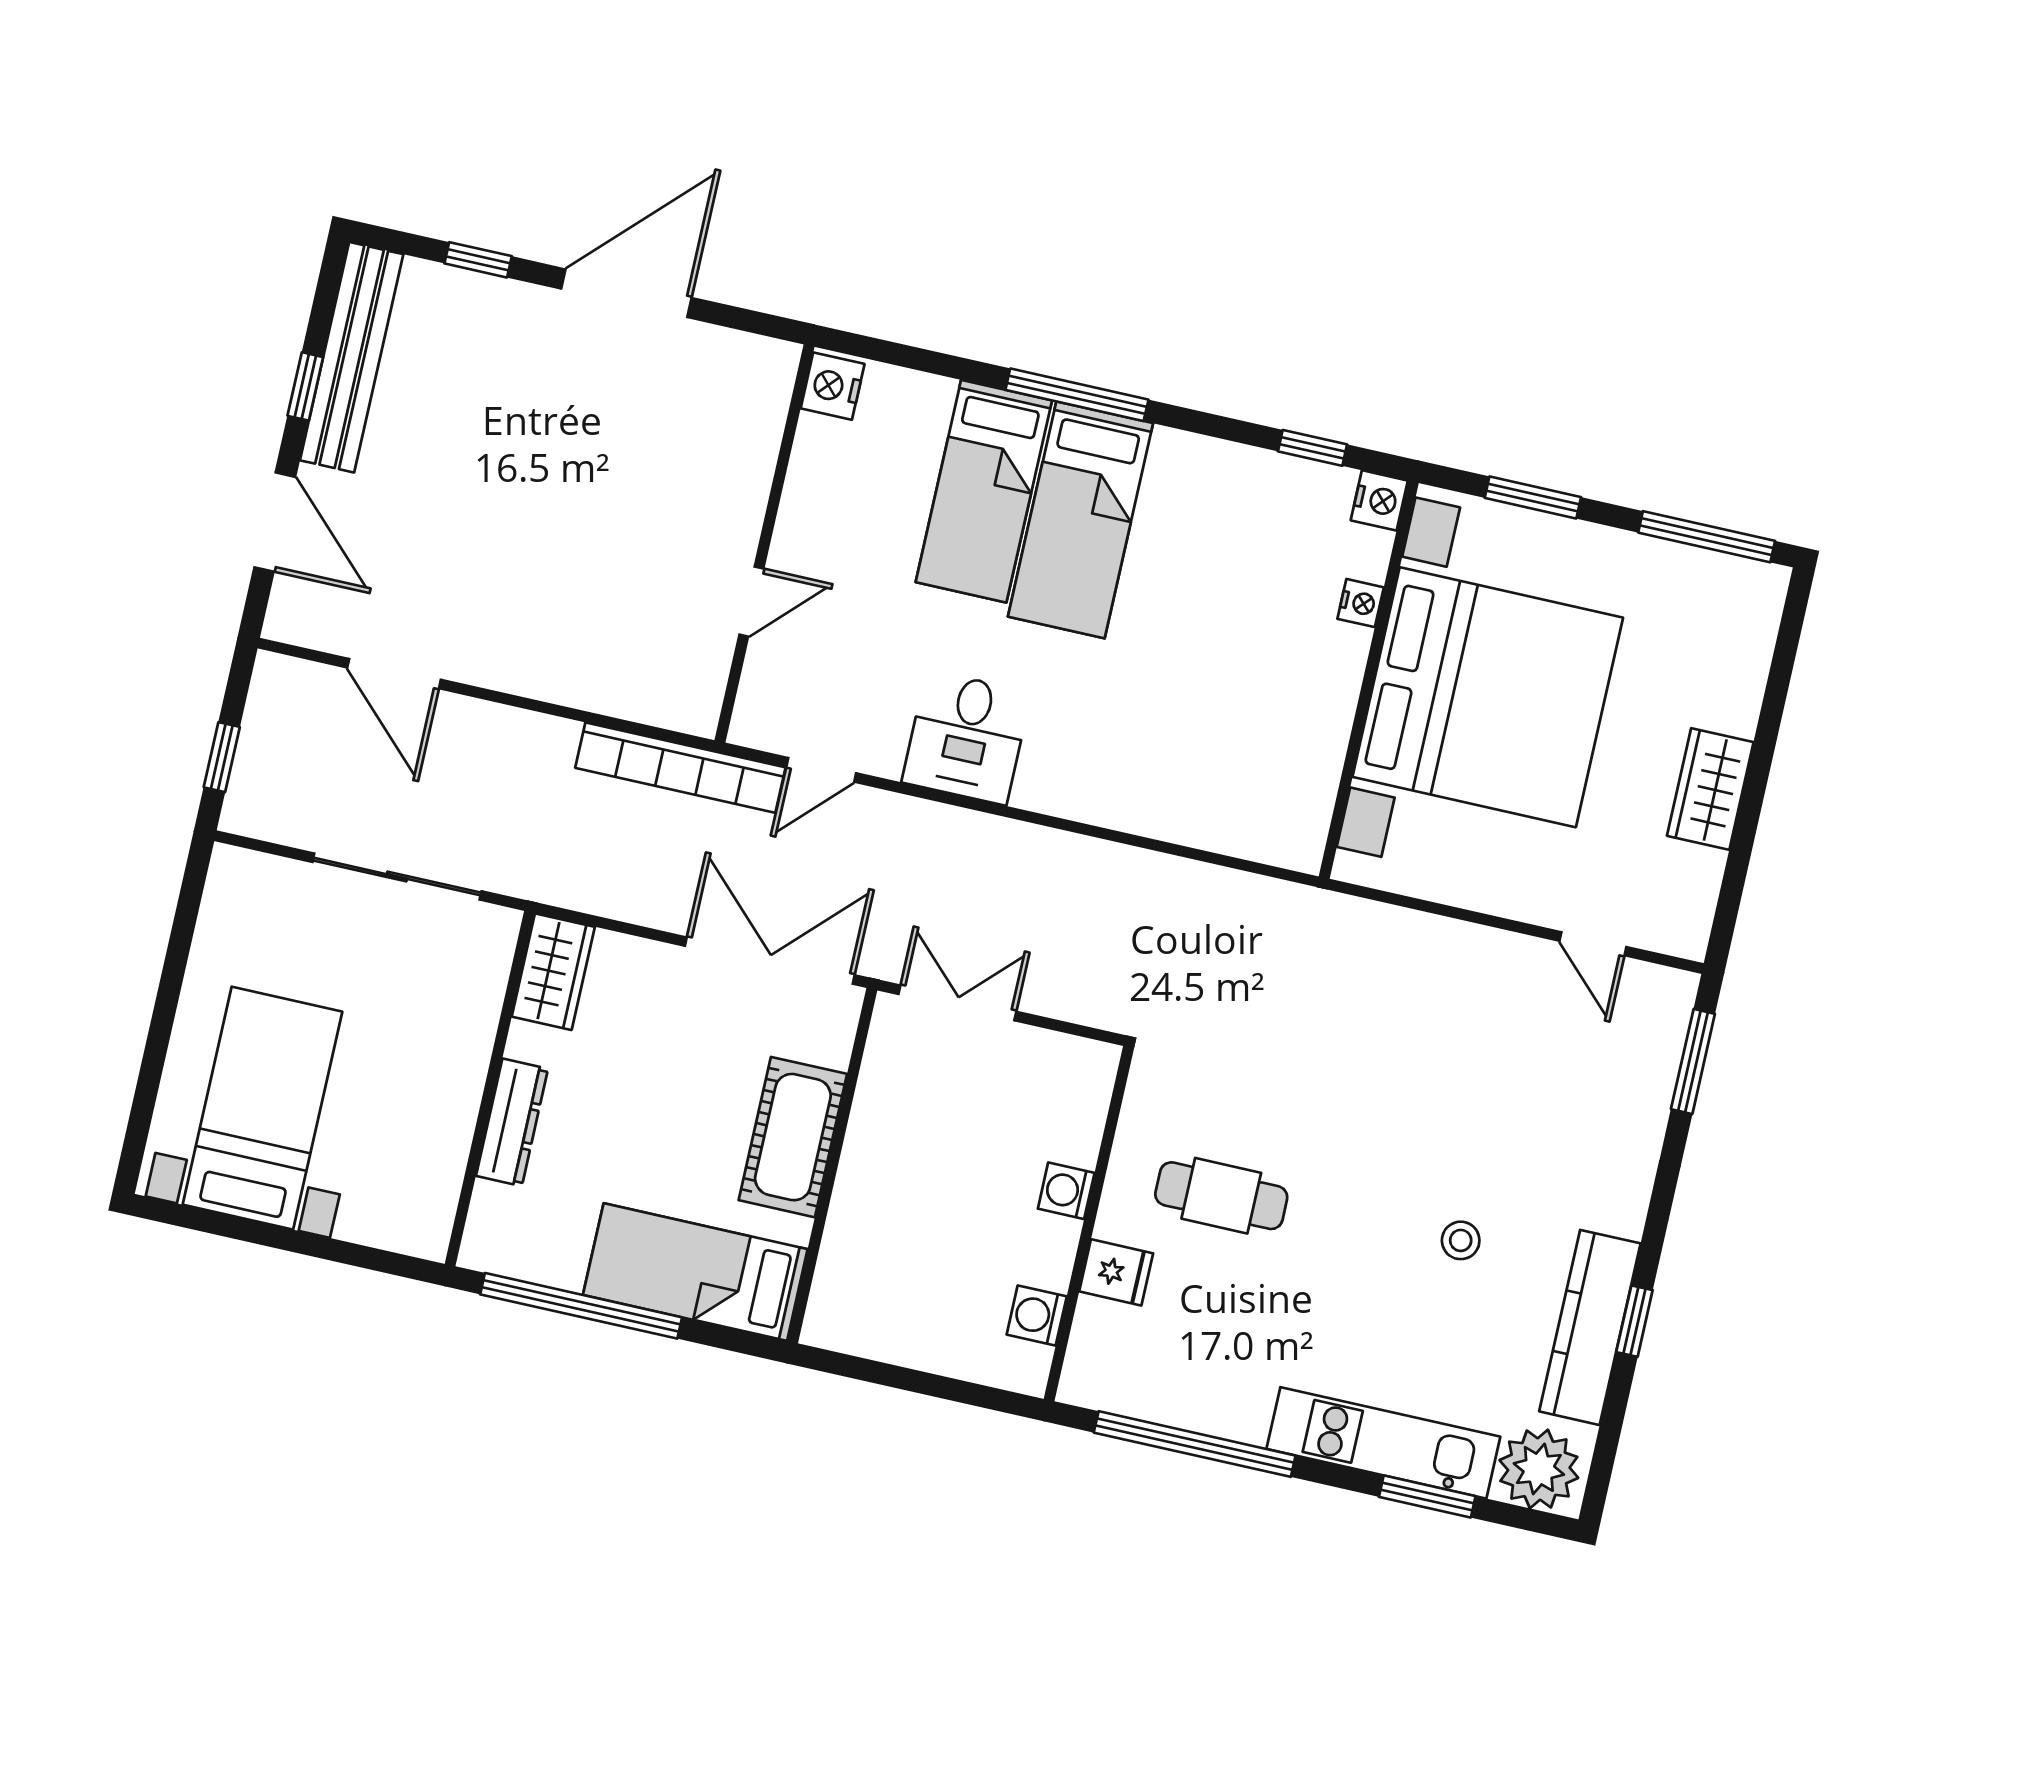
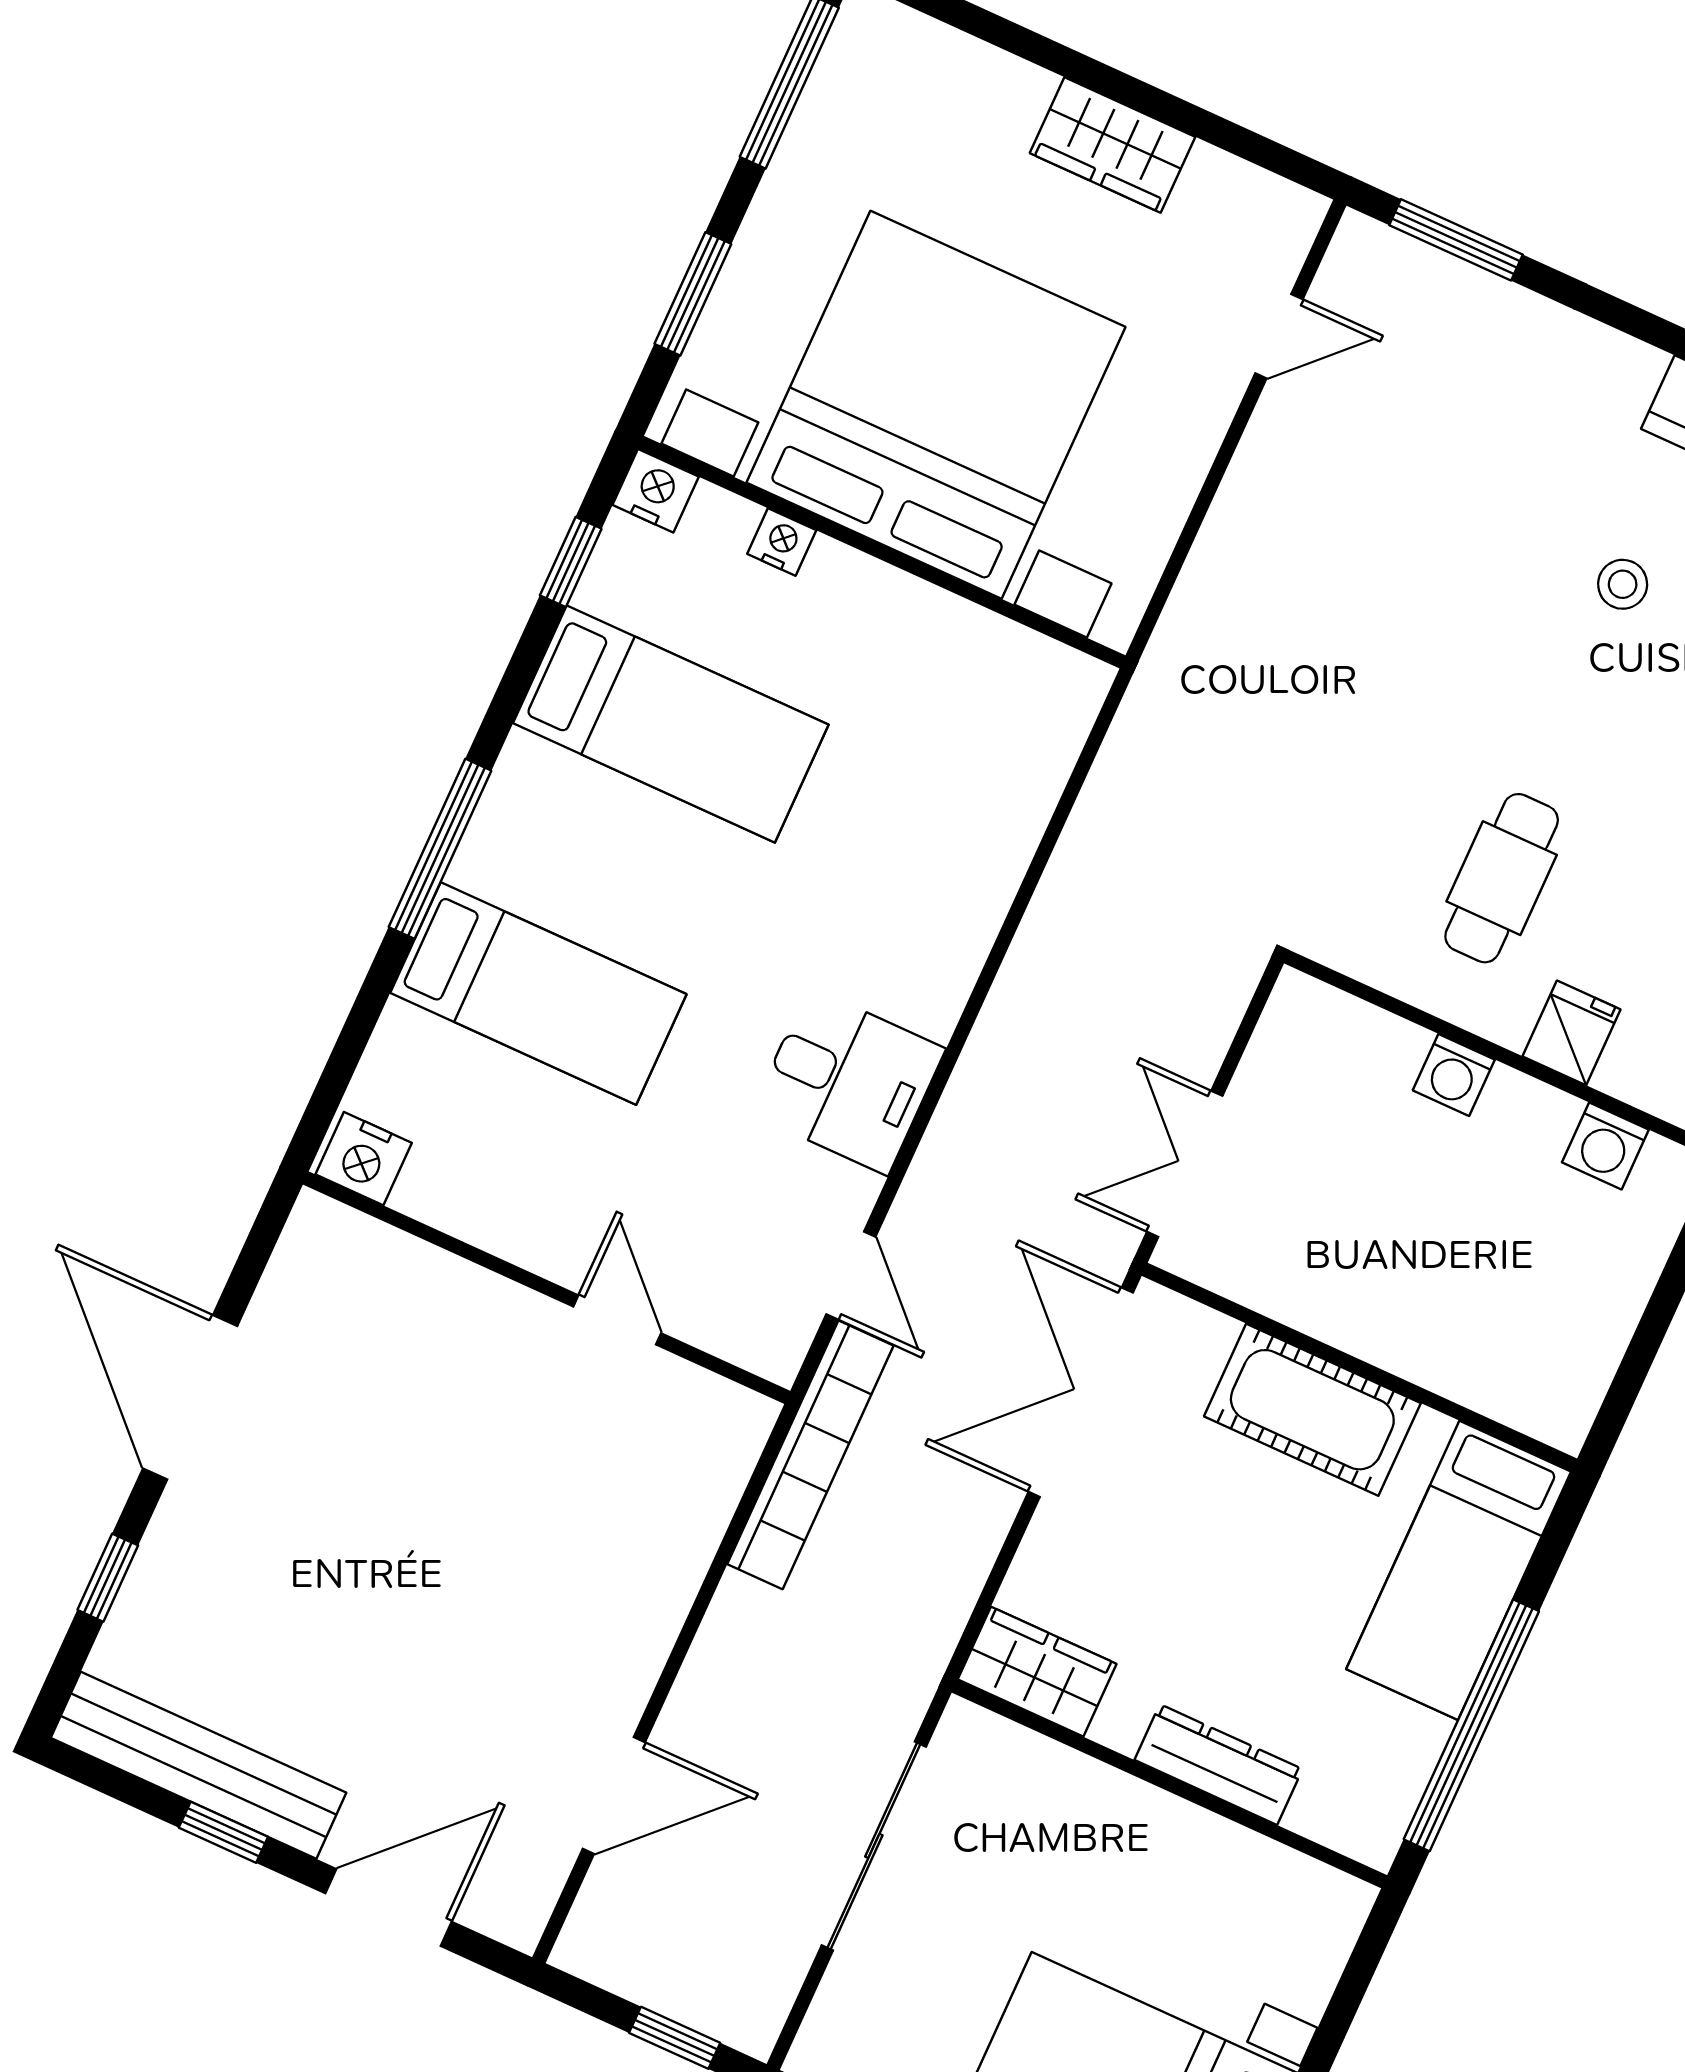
bed: (1080, 520) -> (671, 724), moved

